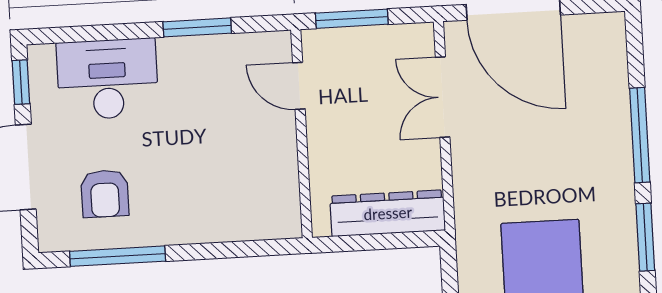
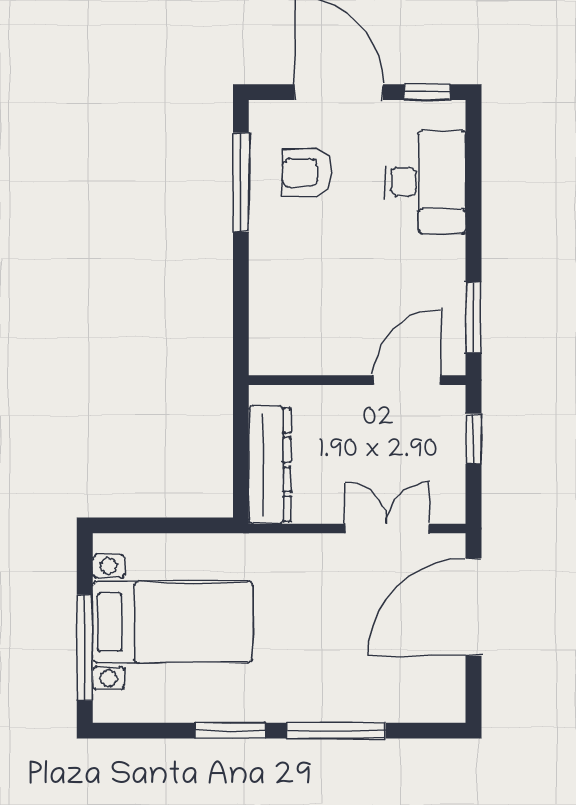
window: (352, 19) -> (474, 439), width x0.67
window: (197, 27) -> (474, 317), moved
door: (299, 86) -> (407, 380), width x1.38

